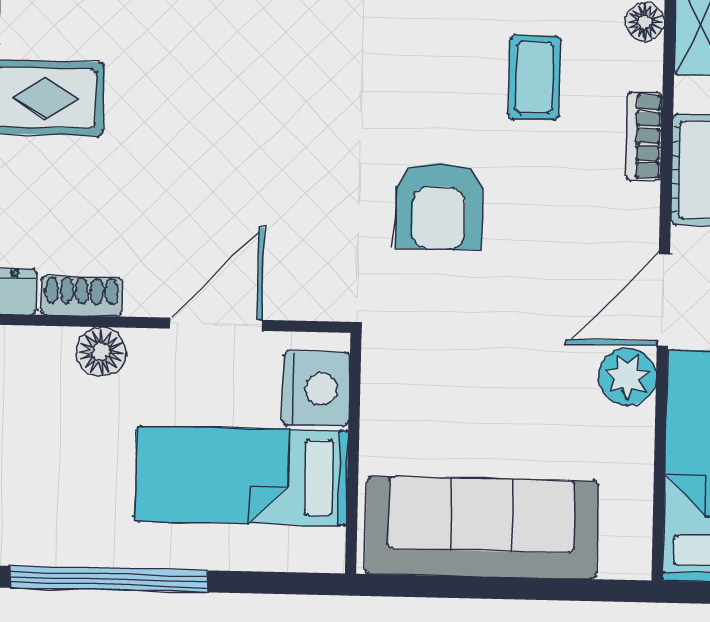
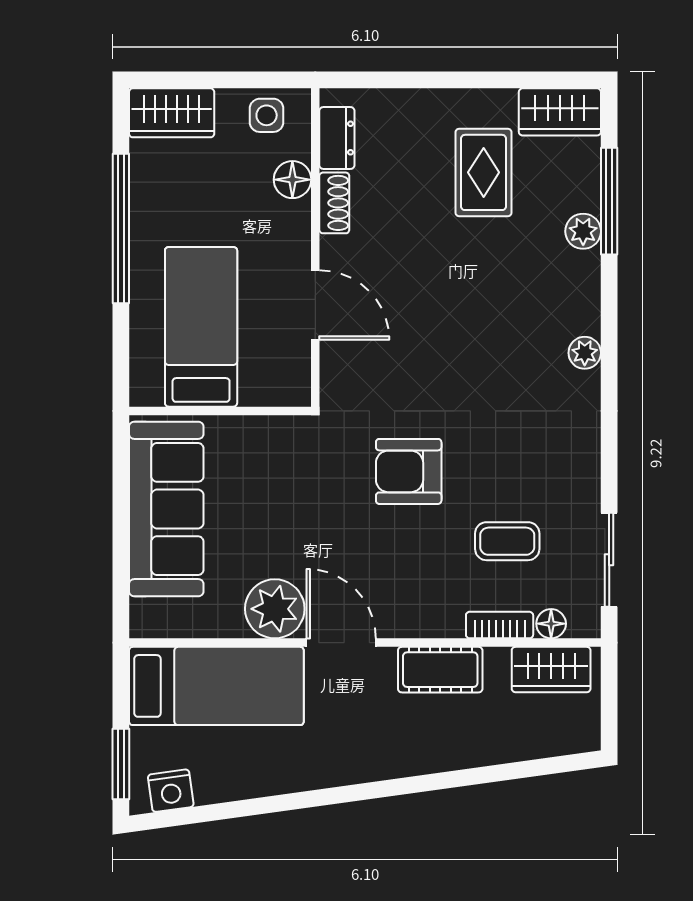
bookcase: (644, 136) -> (500, 625), moved
floor lamp: (101, 352) -> (292, 180), moved
plant: (627, 377) -> (275, 609), width x1.36, depth x1.36
nightstand: (316, 389) -> (268, 382), removed

